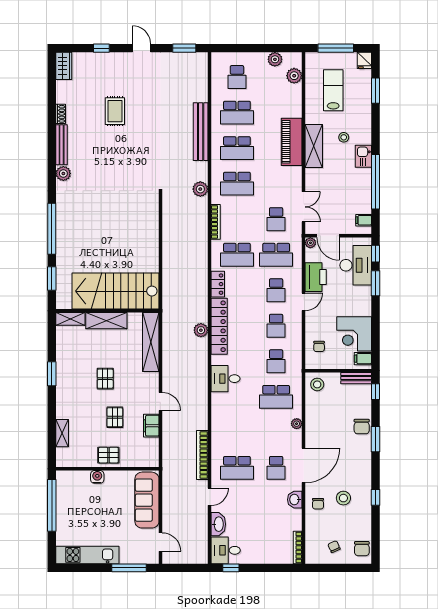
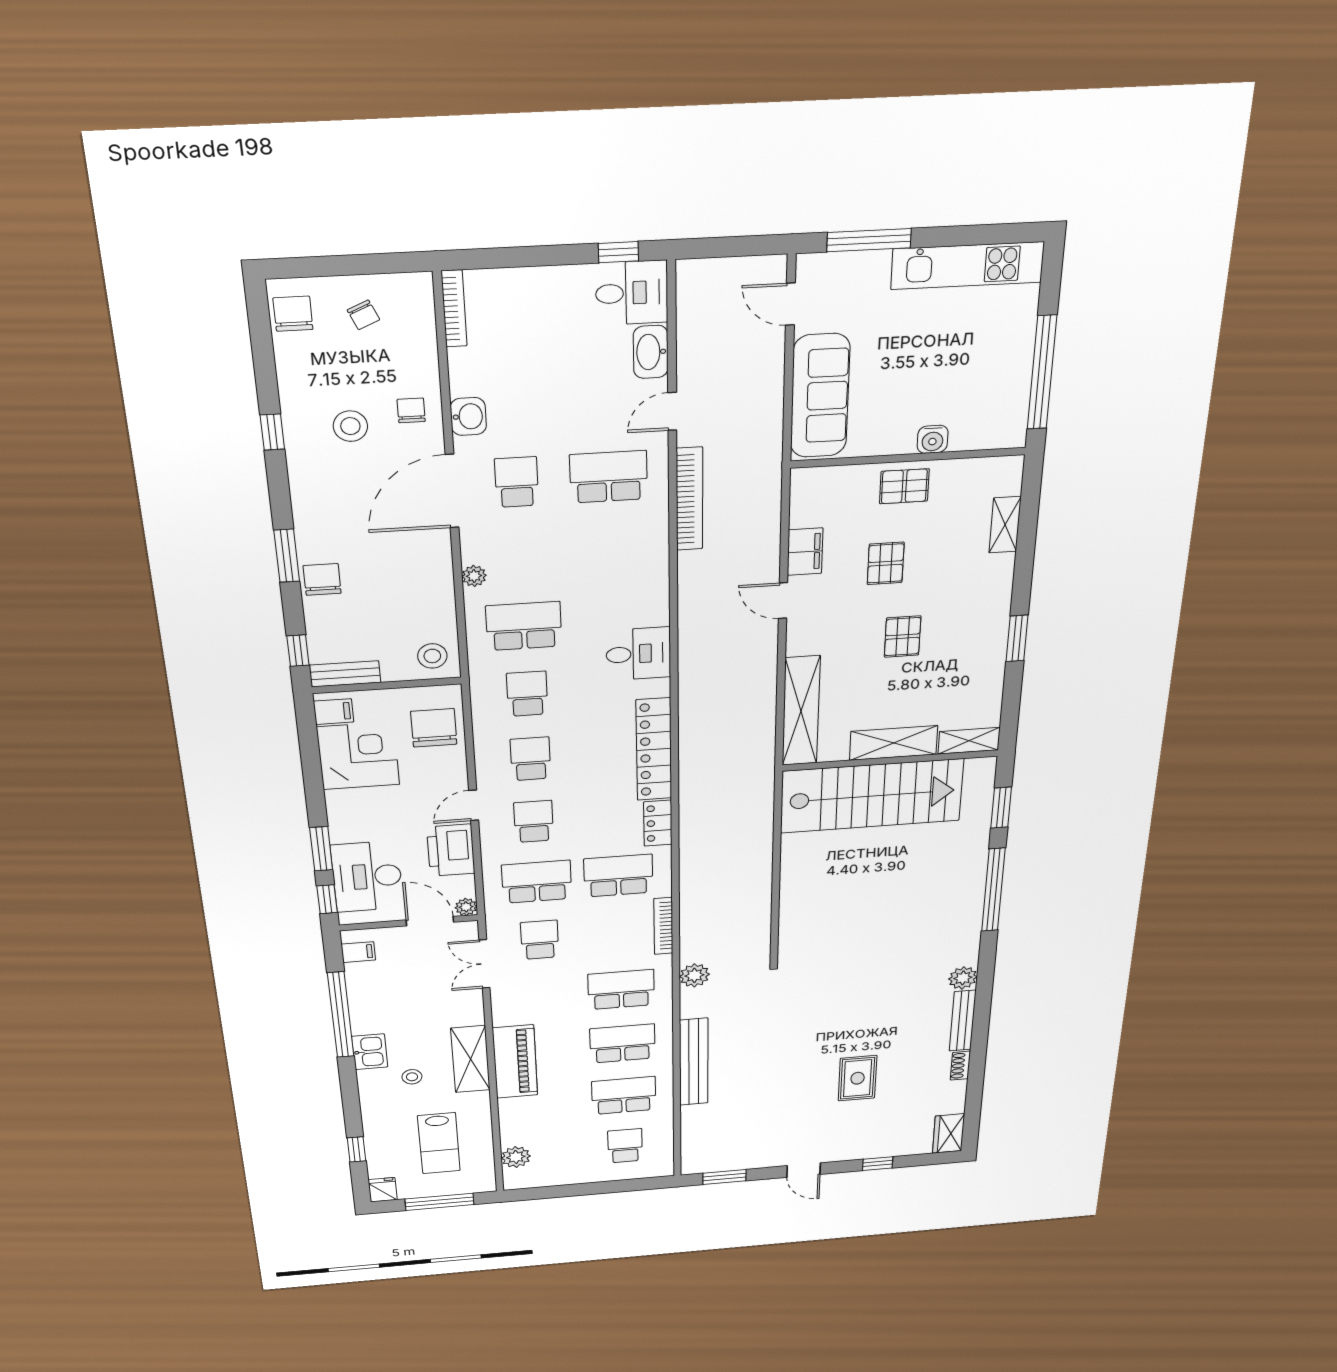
plant: (275, 59) -> (554, 1177), removed
window: (375, 91) -> (356, 1149), width x0.67
plant: (201, 330) -> (693, 740), removed
chair: (319, 346) -> (434, 728), width x1.87, depth x1.87

